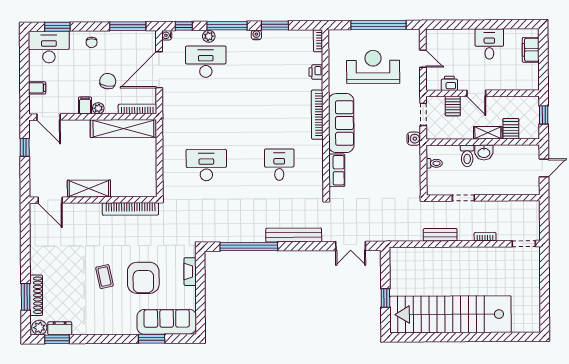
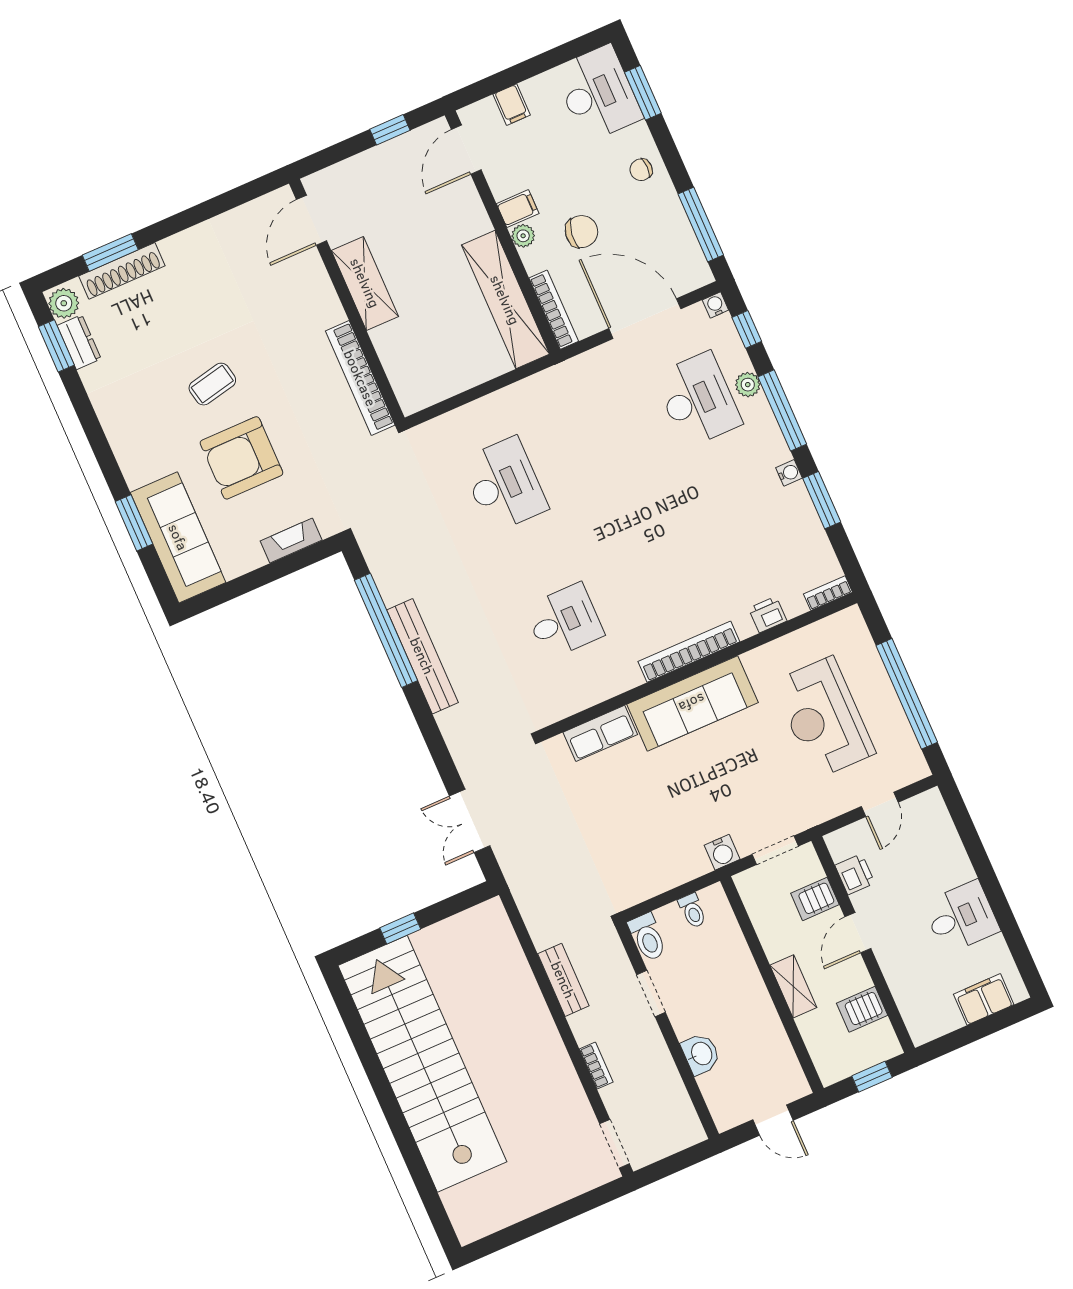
reception desk: (373, 67) -> (824, 718), turned 180
server rack: (511, 129) -> (862, 1009), moved, turned 180
washbasin: (484, 152) -> (701, 1054), moved, turned 180
toilet: (467, 156) -> (648, 937), moved, turned -90
bench: (294, 235) -> (422, 656), moved

